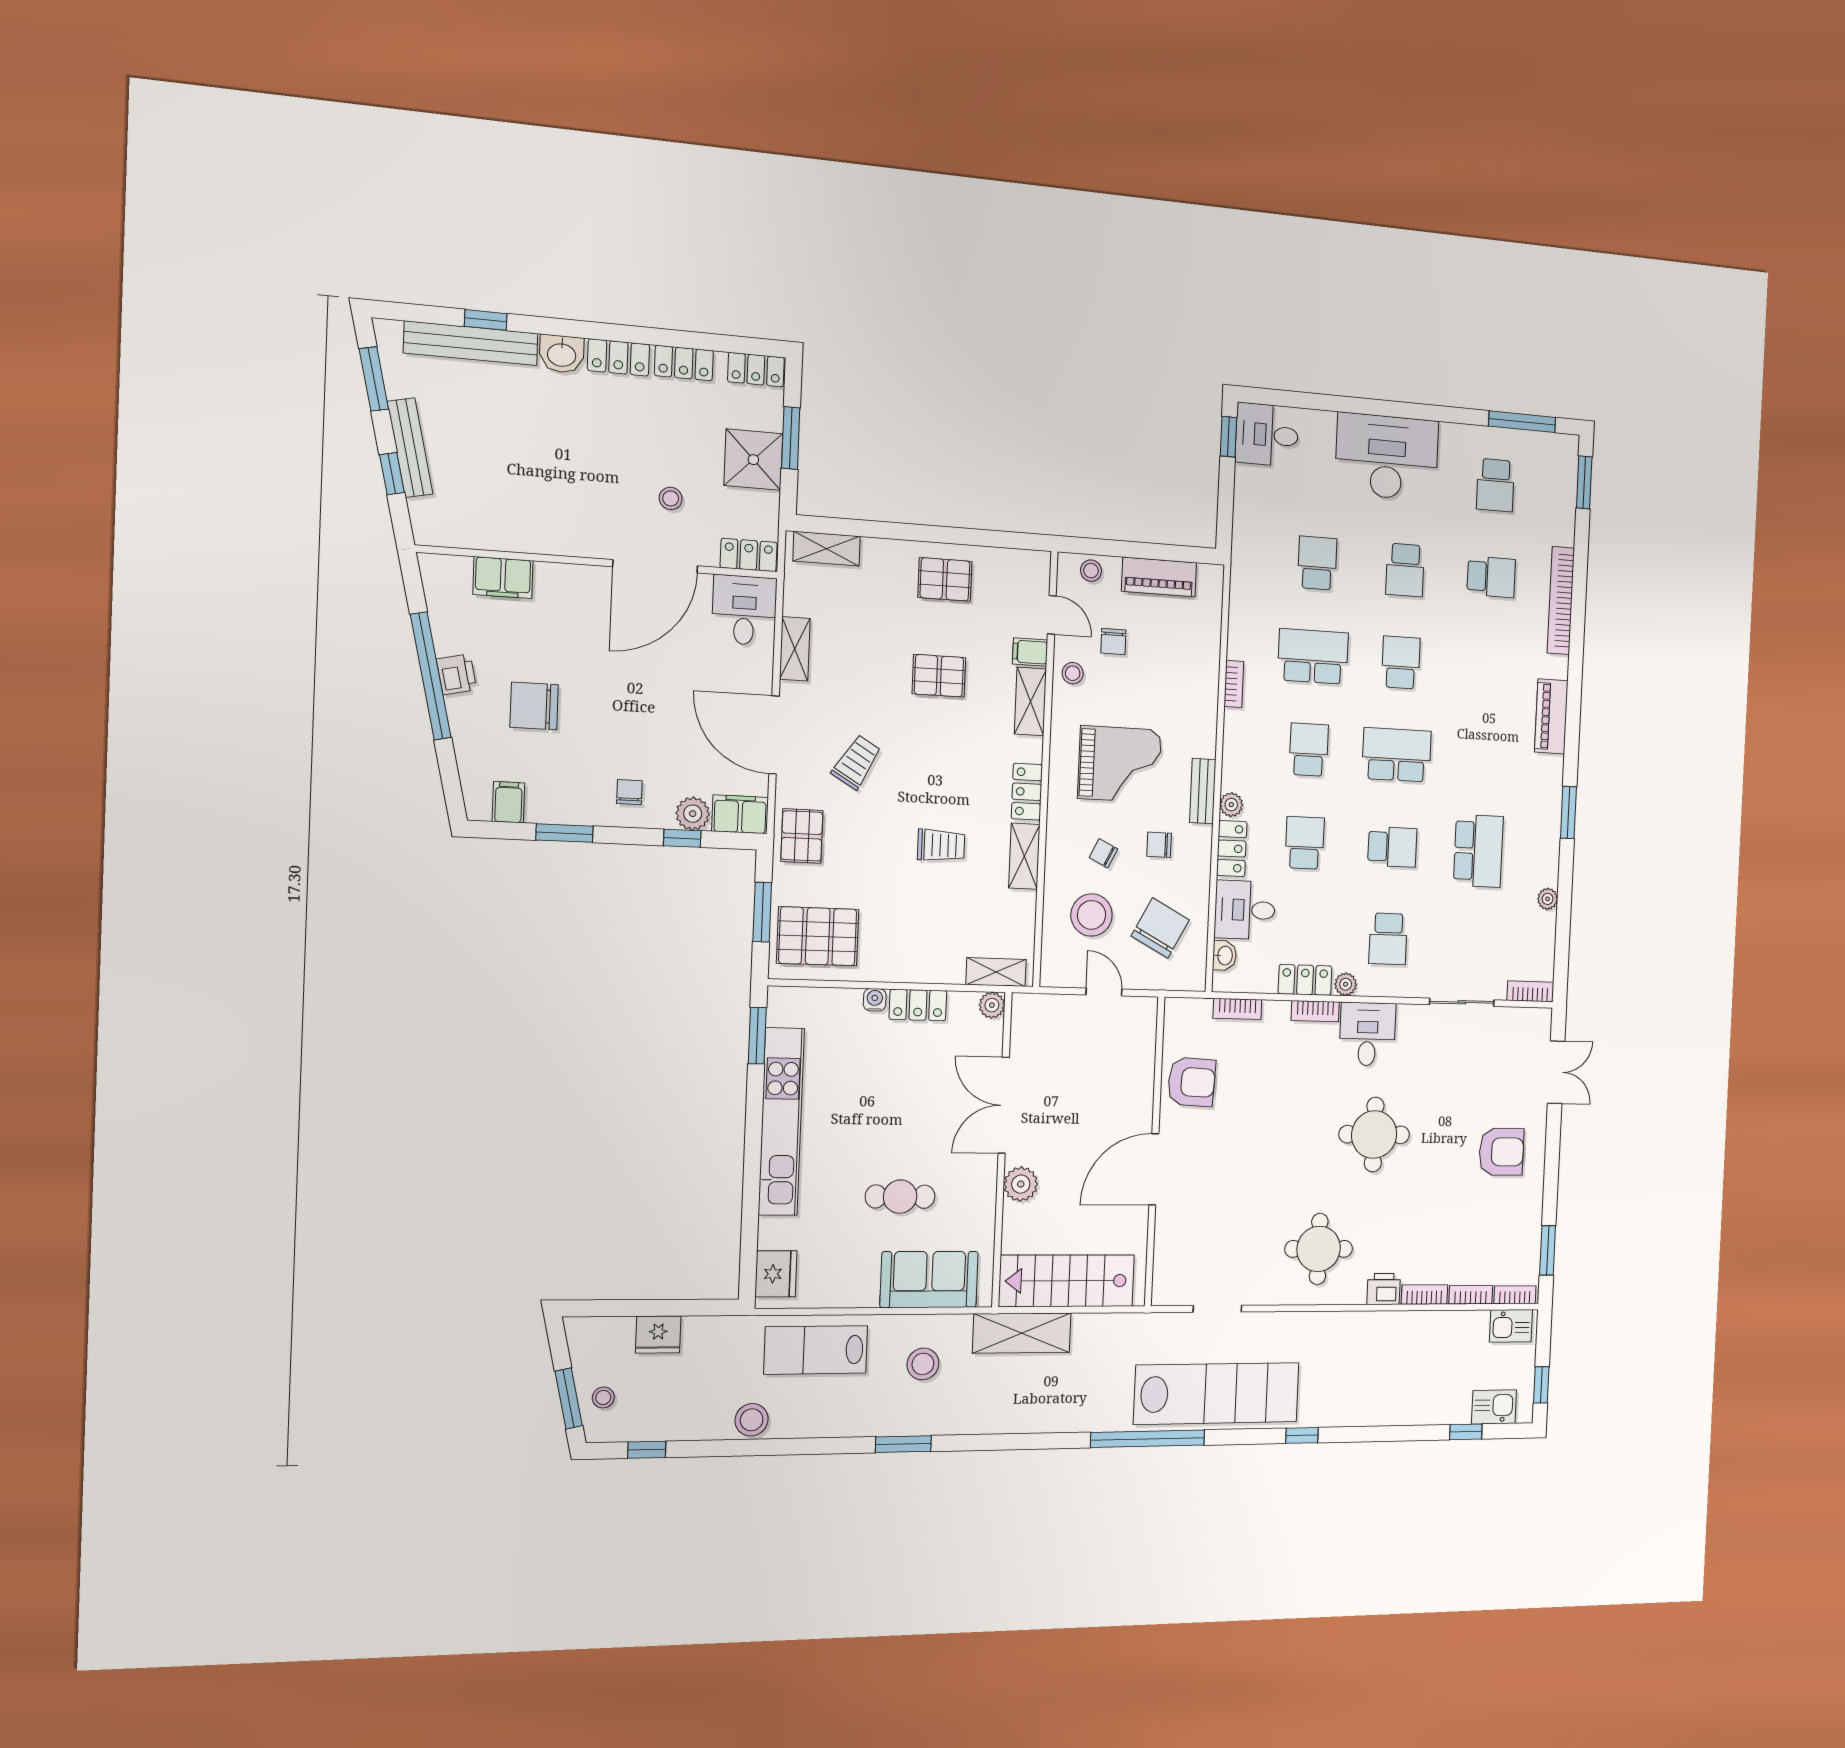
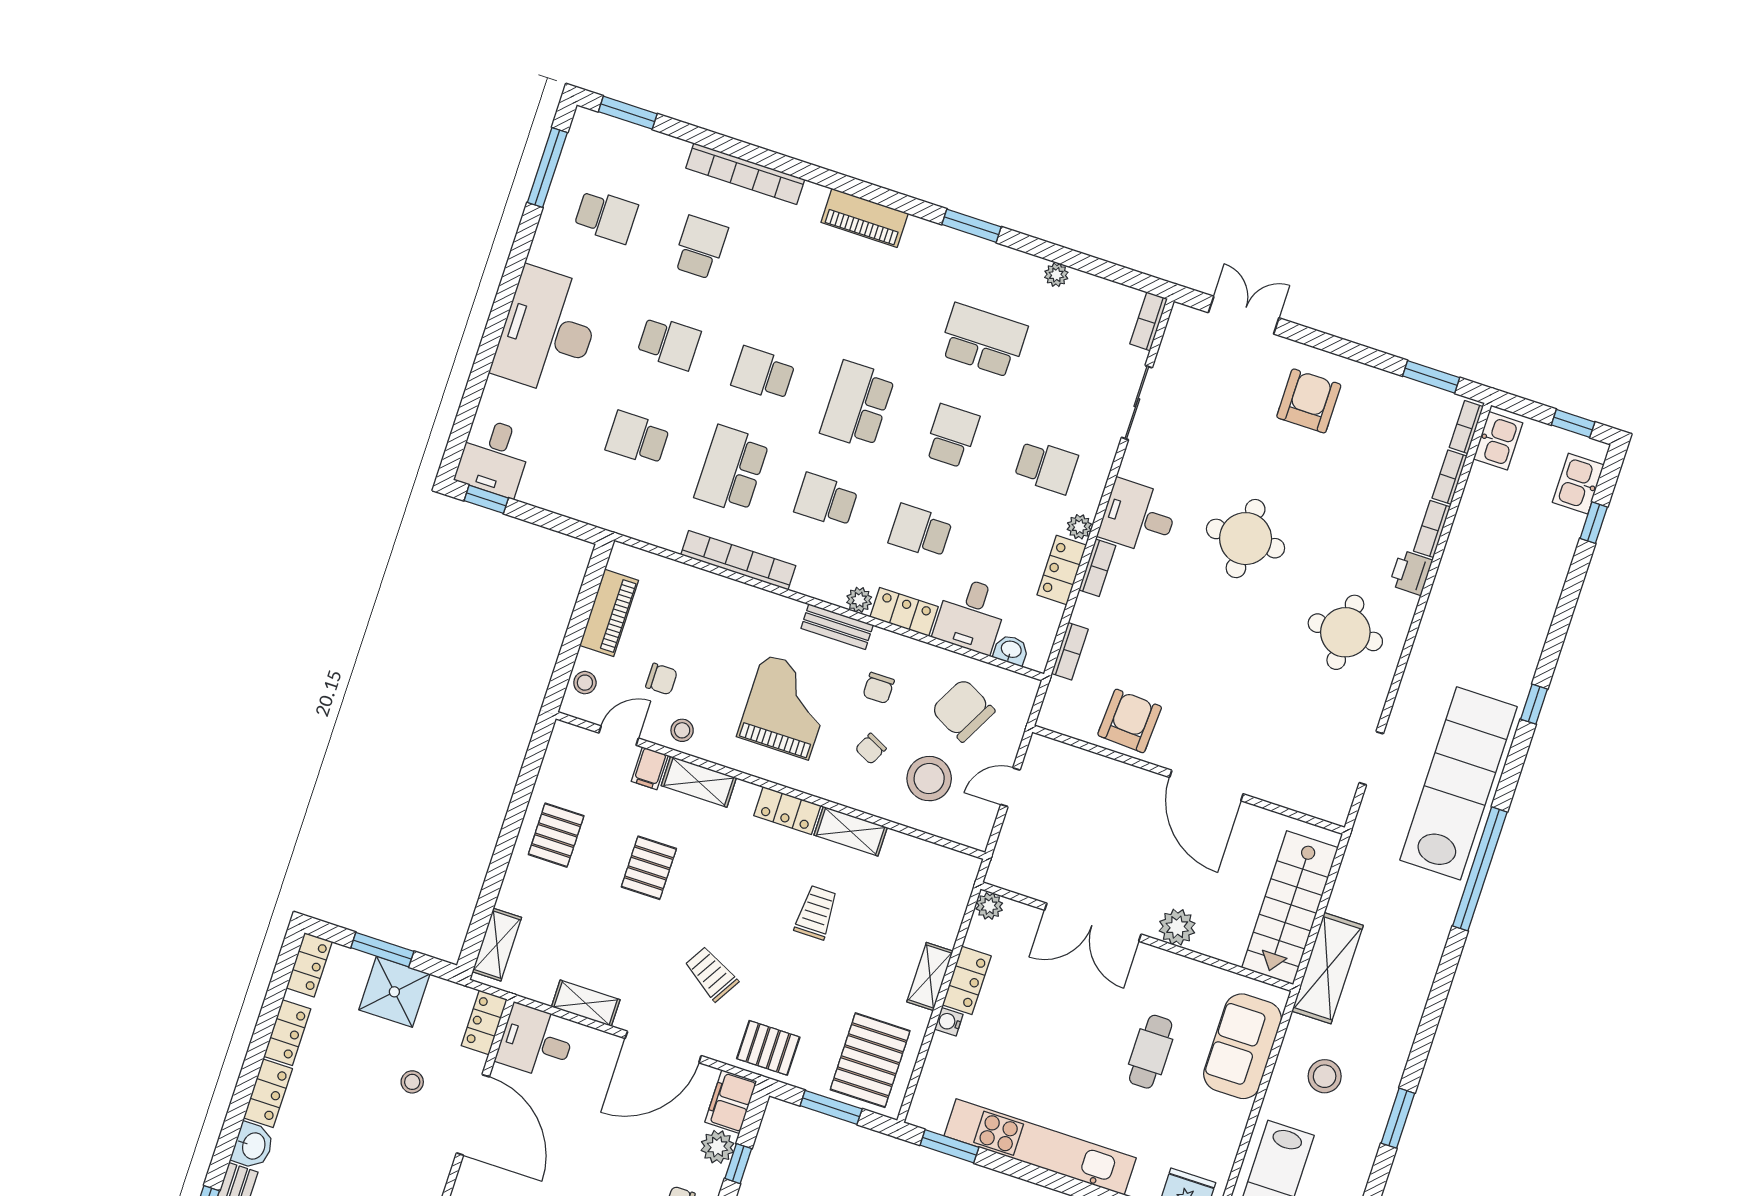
bookcase: (1234, 684) -> (738, 560), width x2.31, depth x1.31
shelving: (996, 972) -> (930, 976), moved

